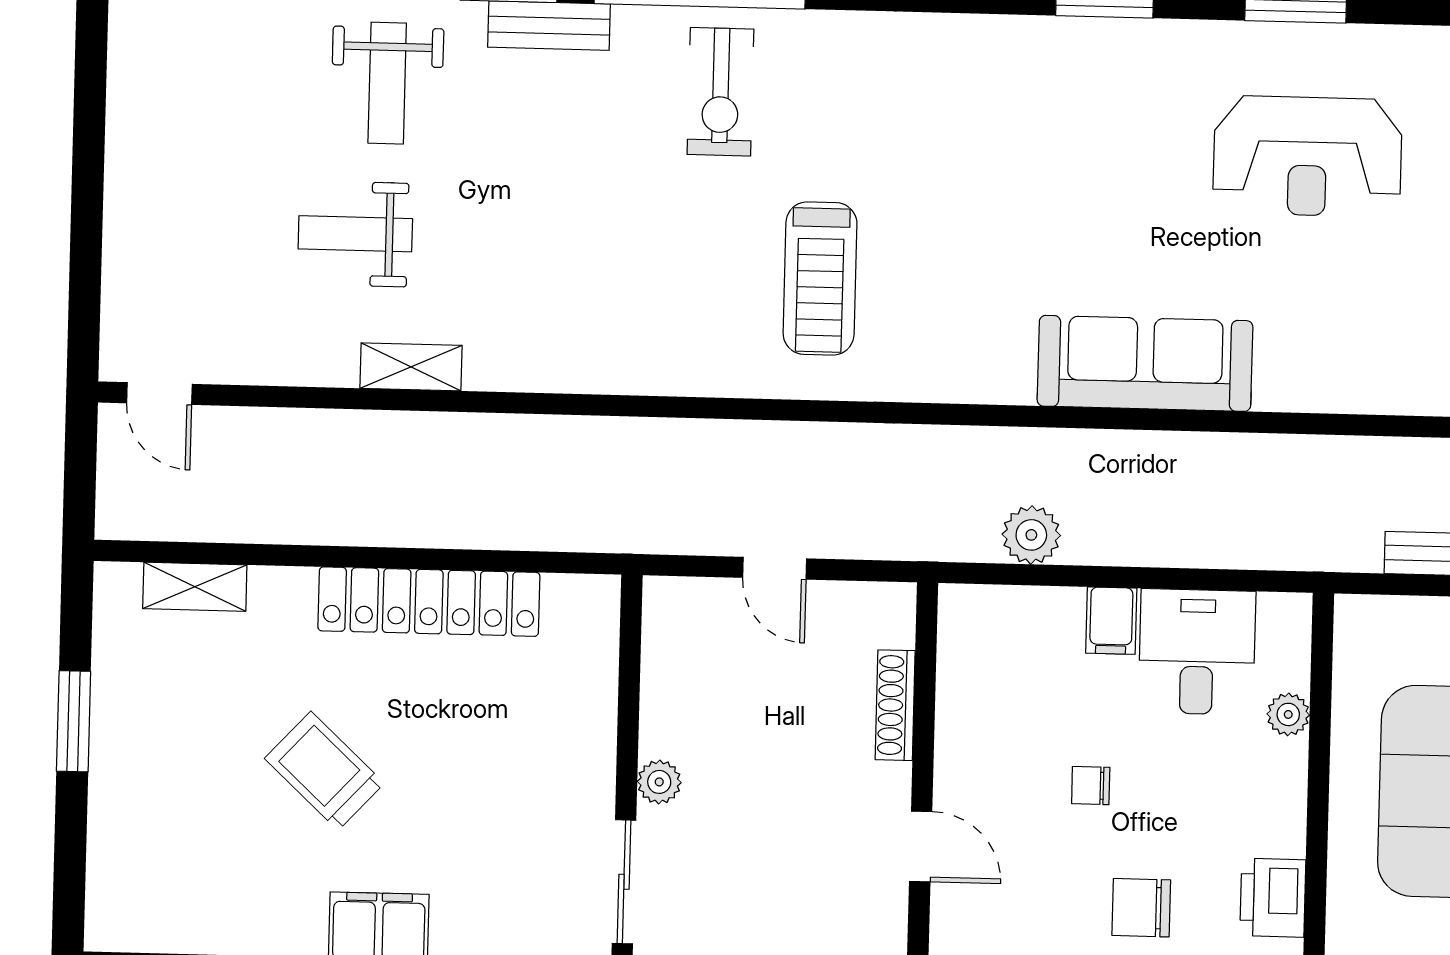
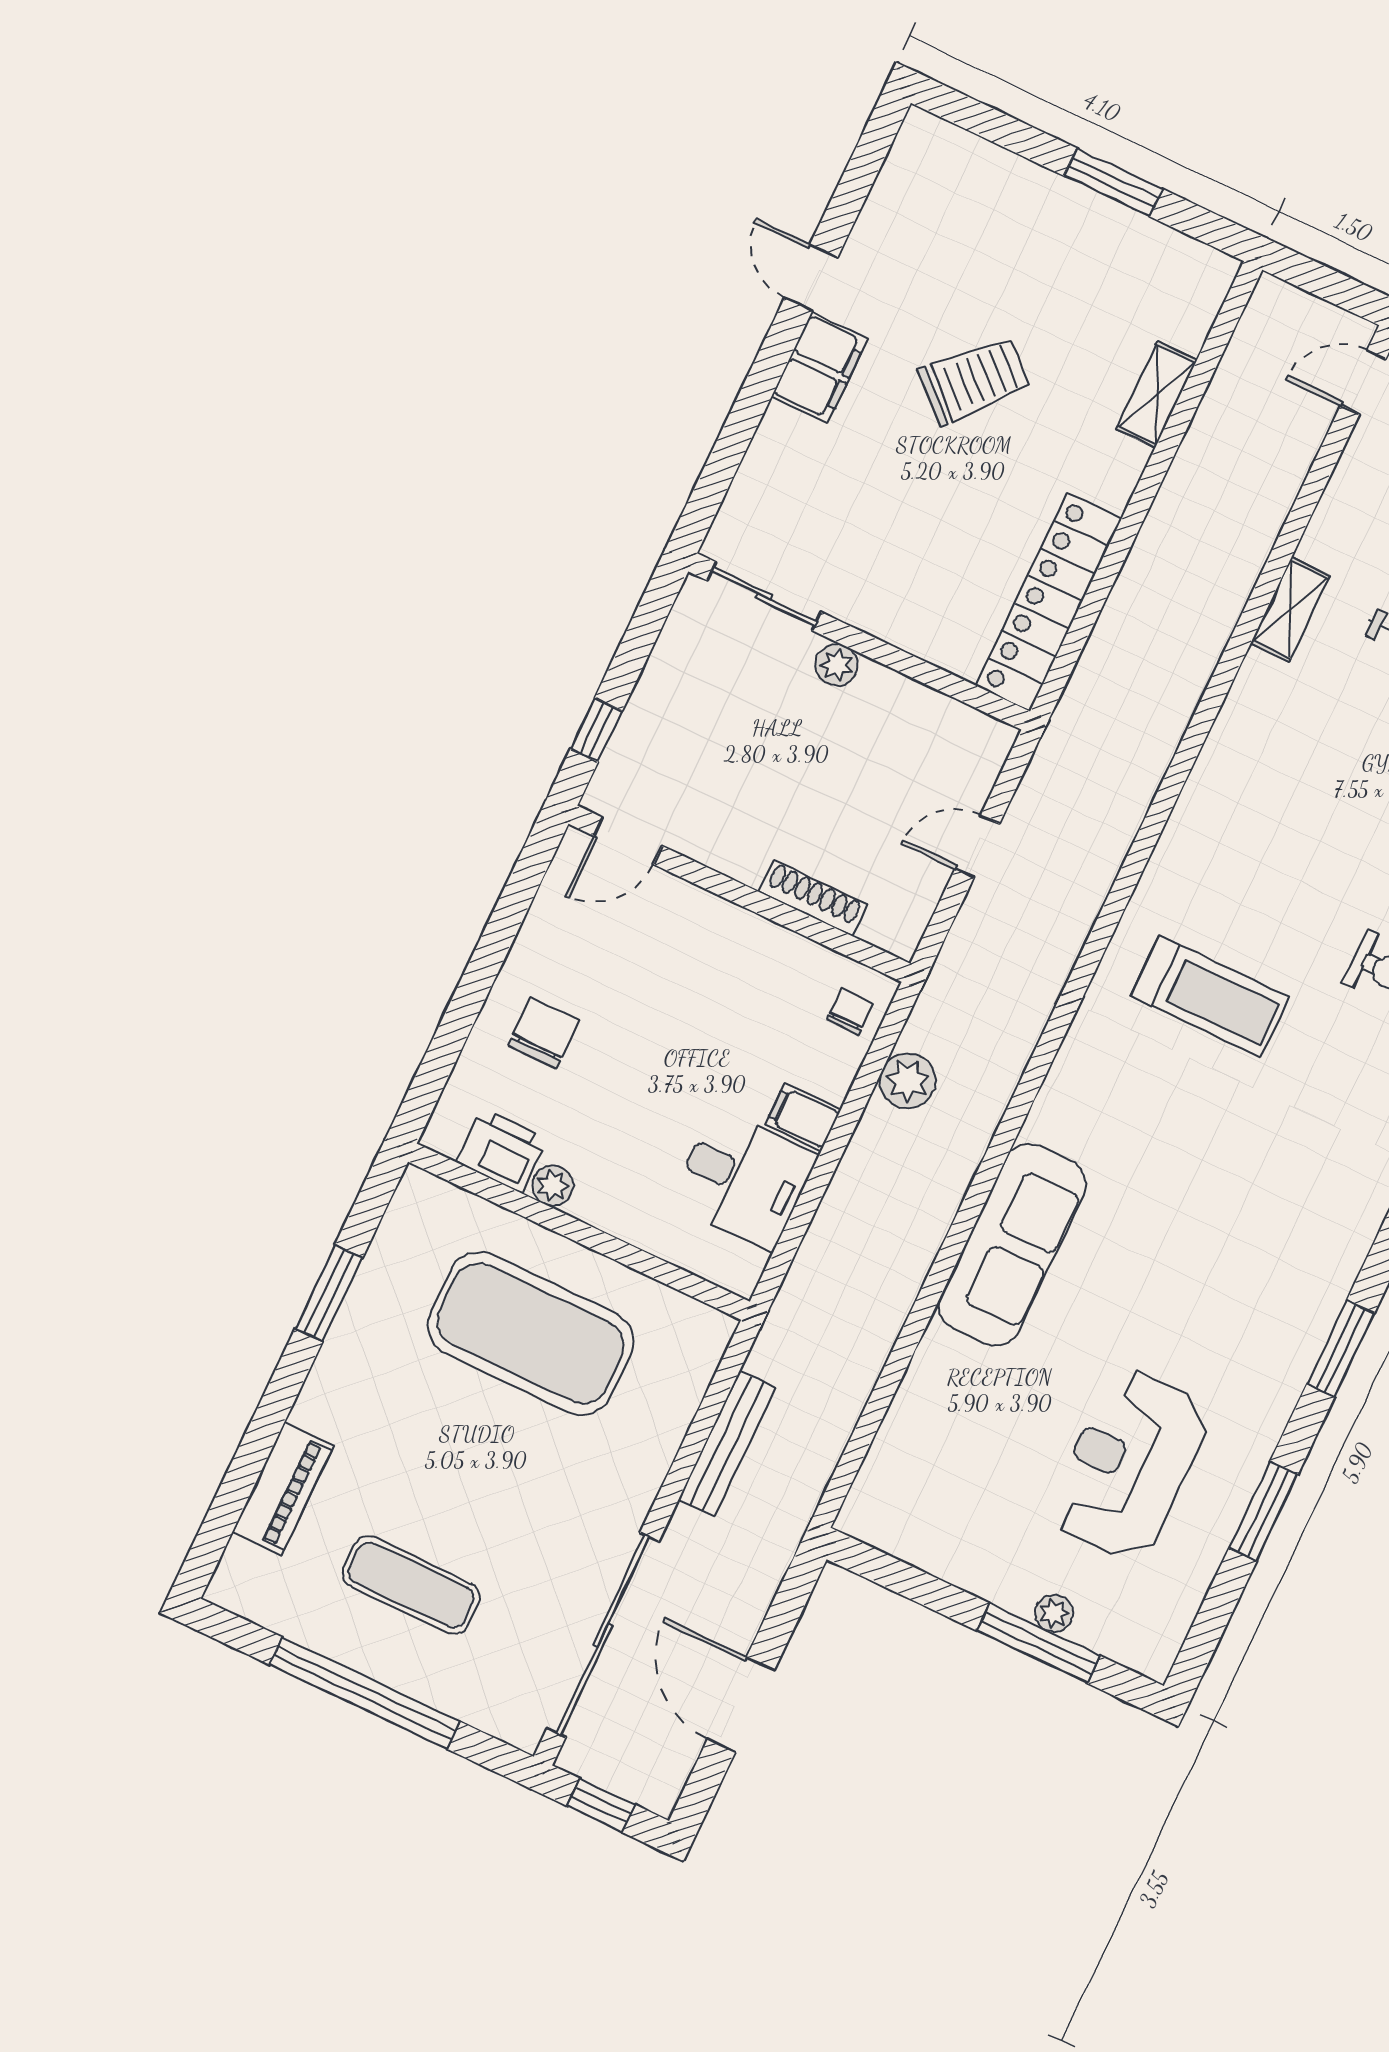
treadmill: (820, 278) -> (1210, 996), turned 180
shelving: (195, 587) -> (1156, 395), moved
locker: (429, 602) -> (1049, 602), moved
plant: (1288, 714) -> (553, 1186), moved
chair: (1091, 786) -> (850, 1012), moved
door: (921, 846) -> (628, 841), moved

